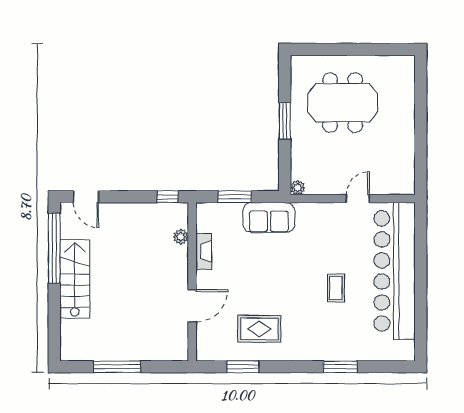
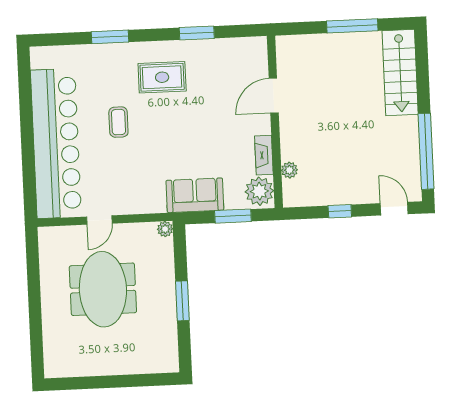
meeting table: (343, 103) -> (103, 289), moved, turned 90
window: (168, 197) -> (340, 211), moved
plant: (209, 218) -> (259, 191), added
stairs: (75, 279) -> (400, 73), moved
rug: (259, 329) -> (162, 77), moved
window: (243, 367) -> (197, 33), moved

